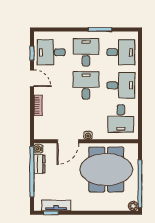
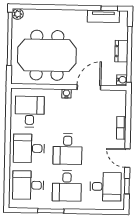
dresser: (39, 164) -> (121, 51), moved

